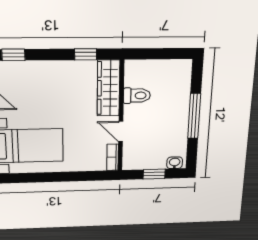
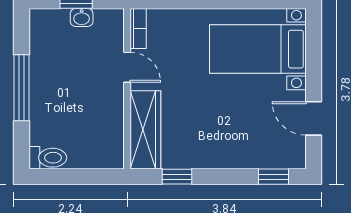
toilet: (137, 96) -> (48, 158), moved, turned 180
washbasin: (175, 163) -> (82, 17), moved

